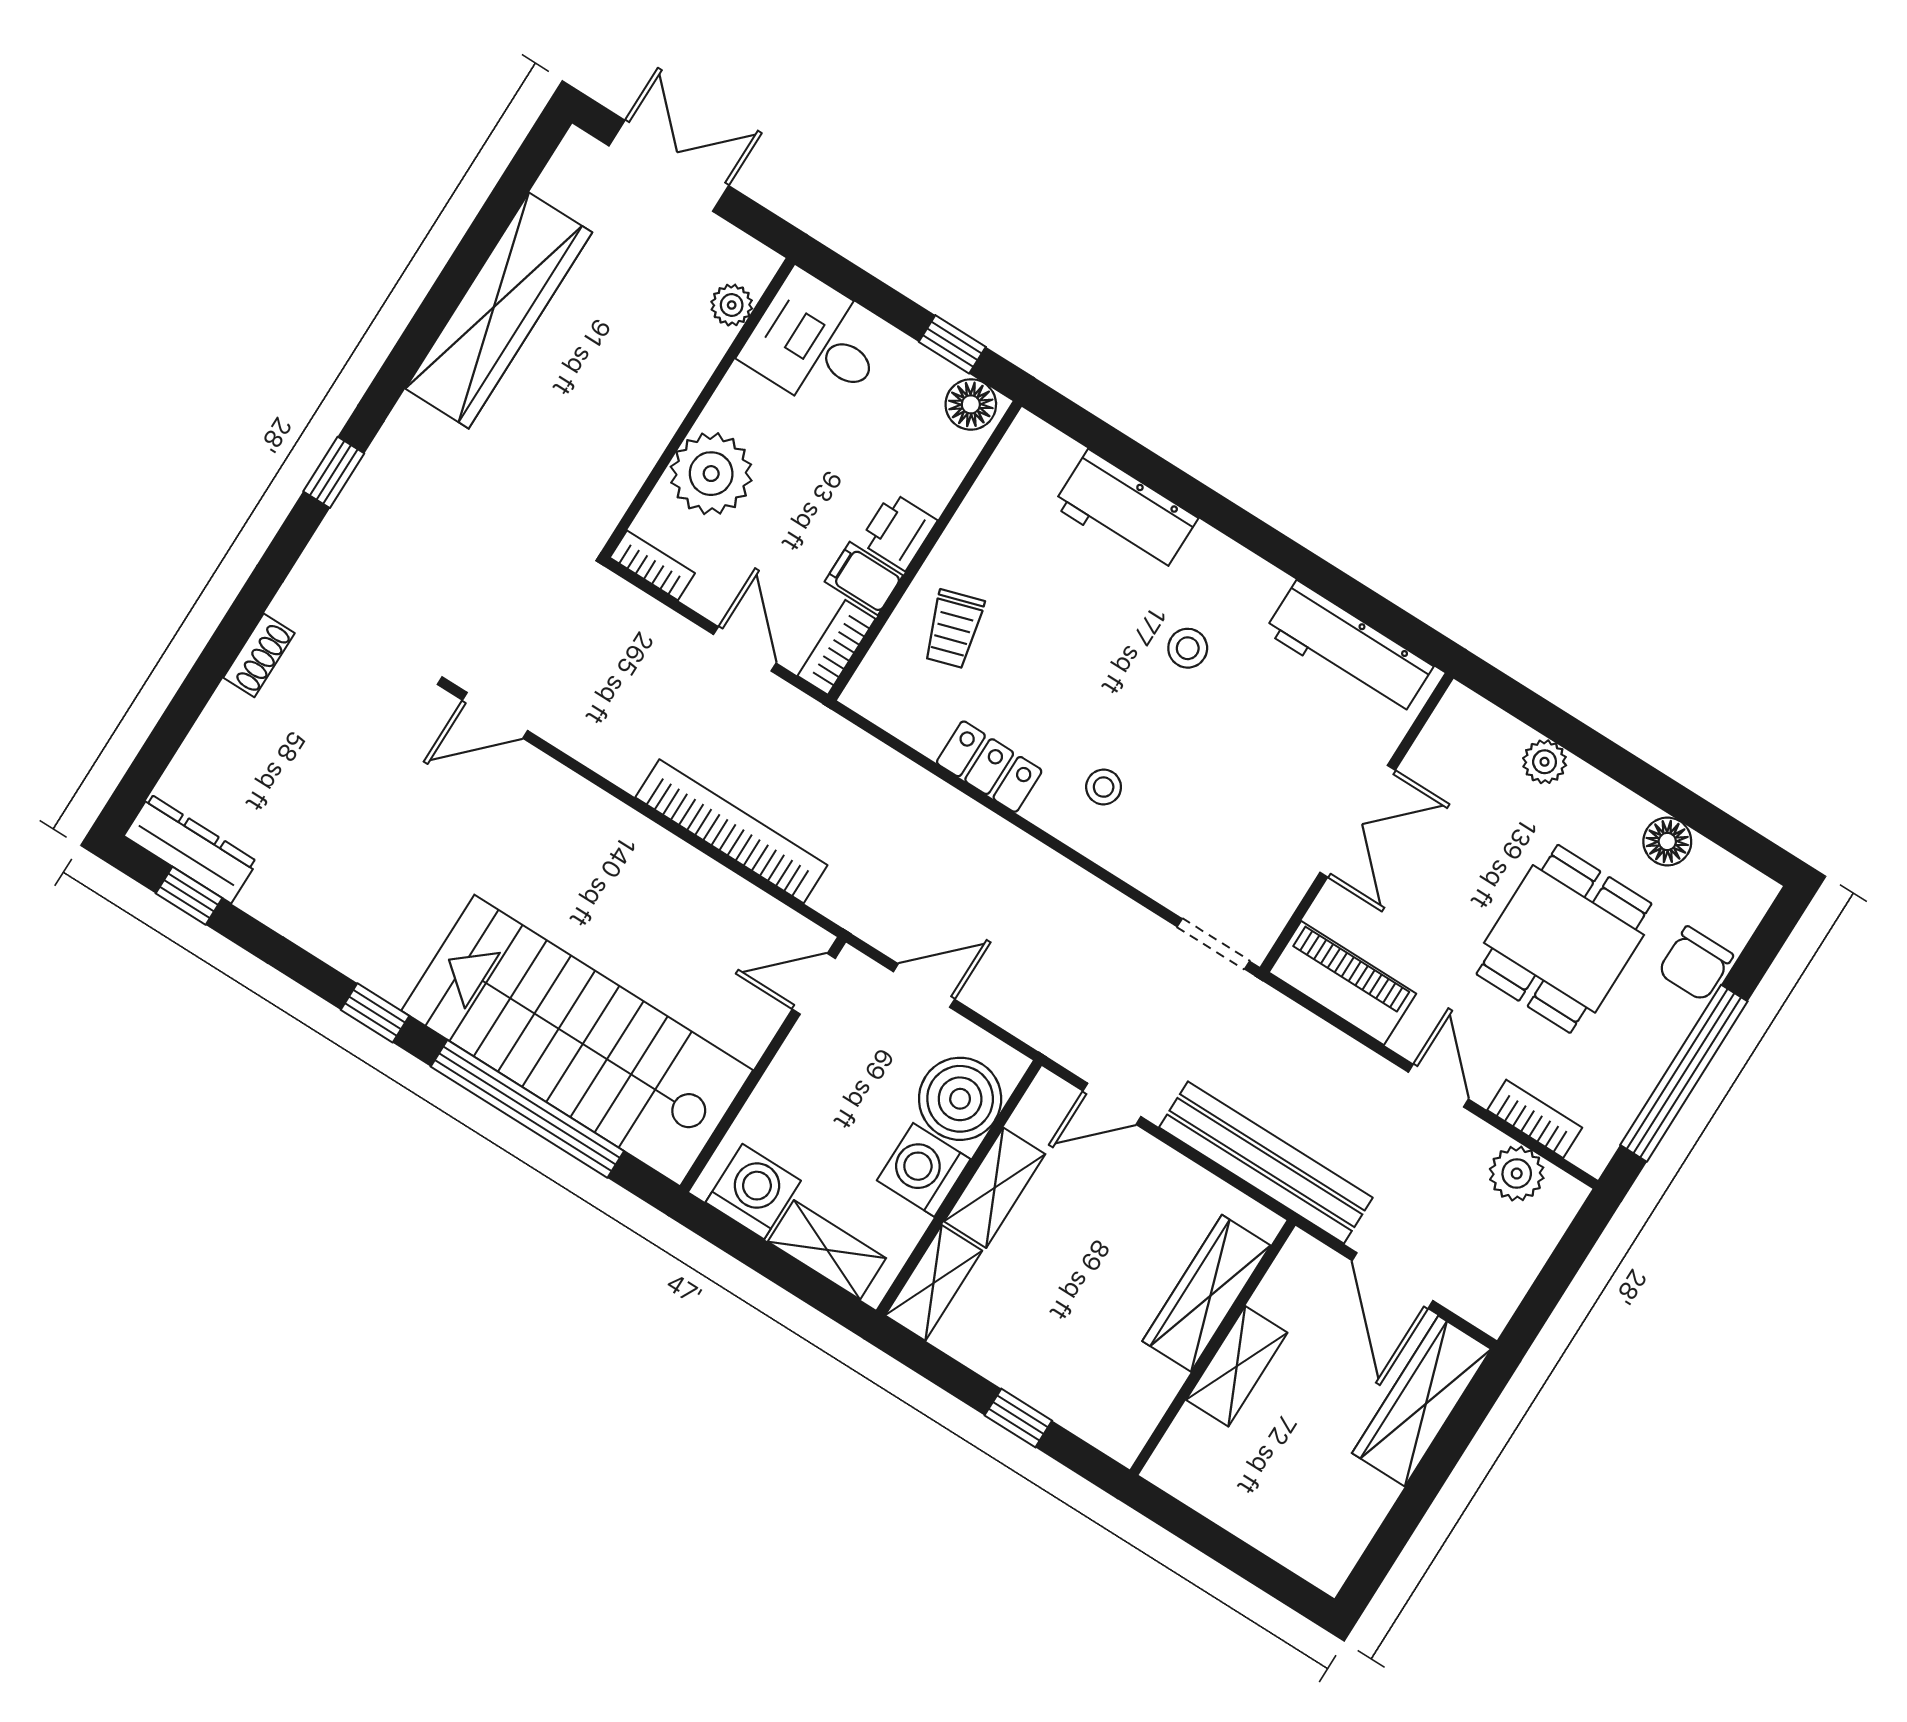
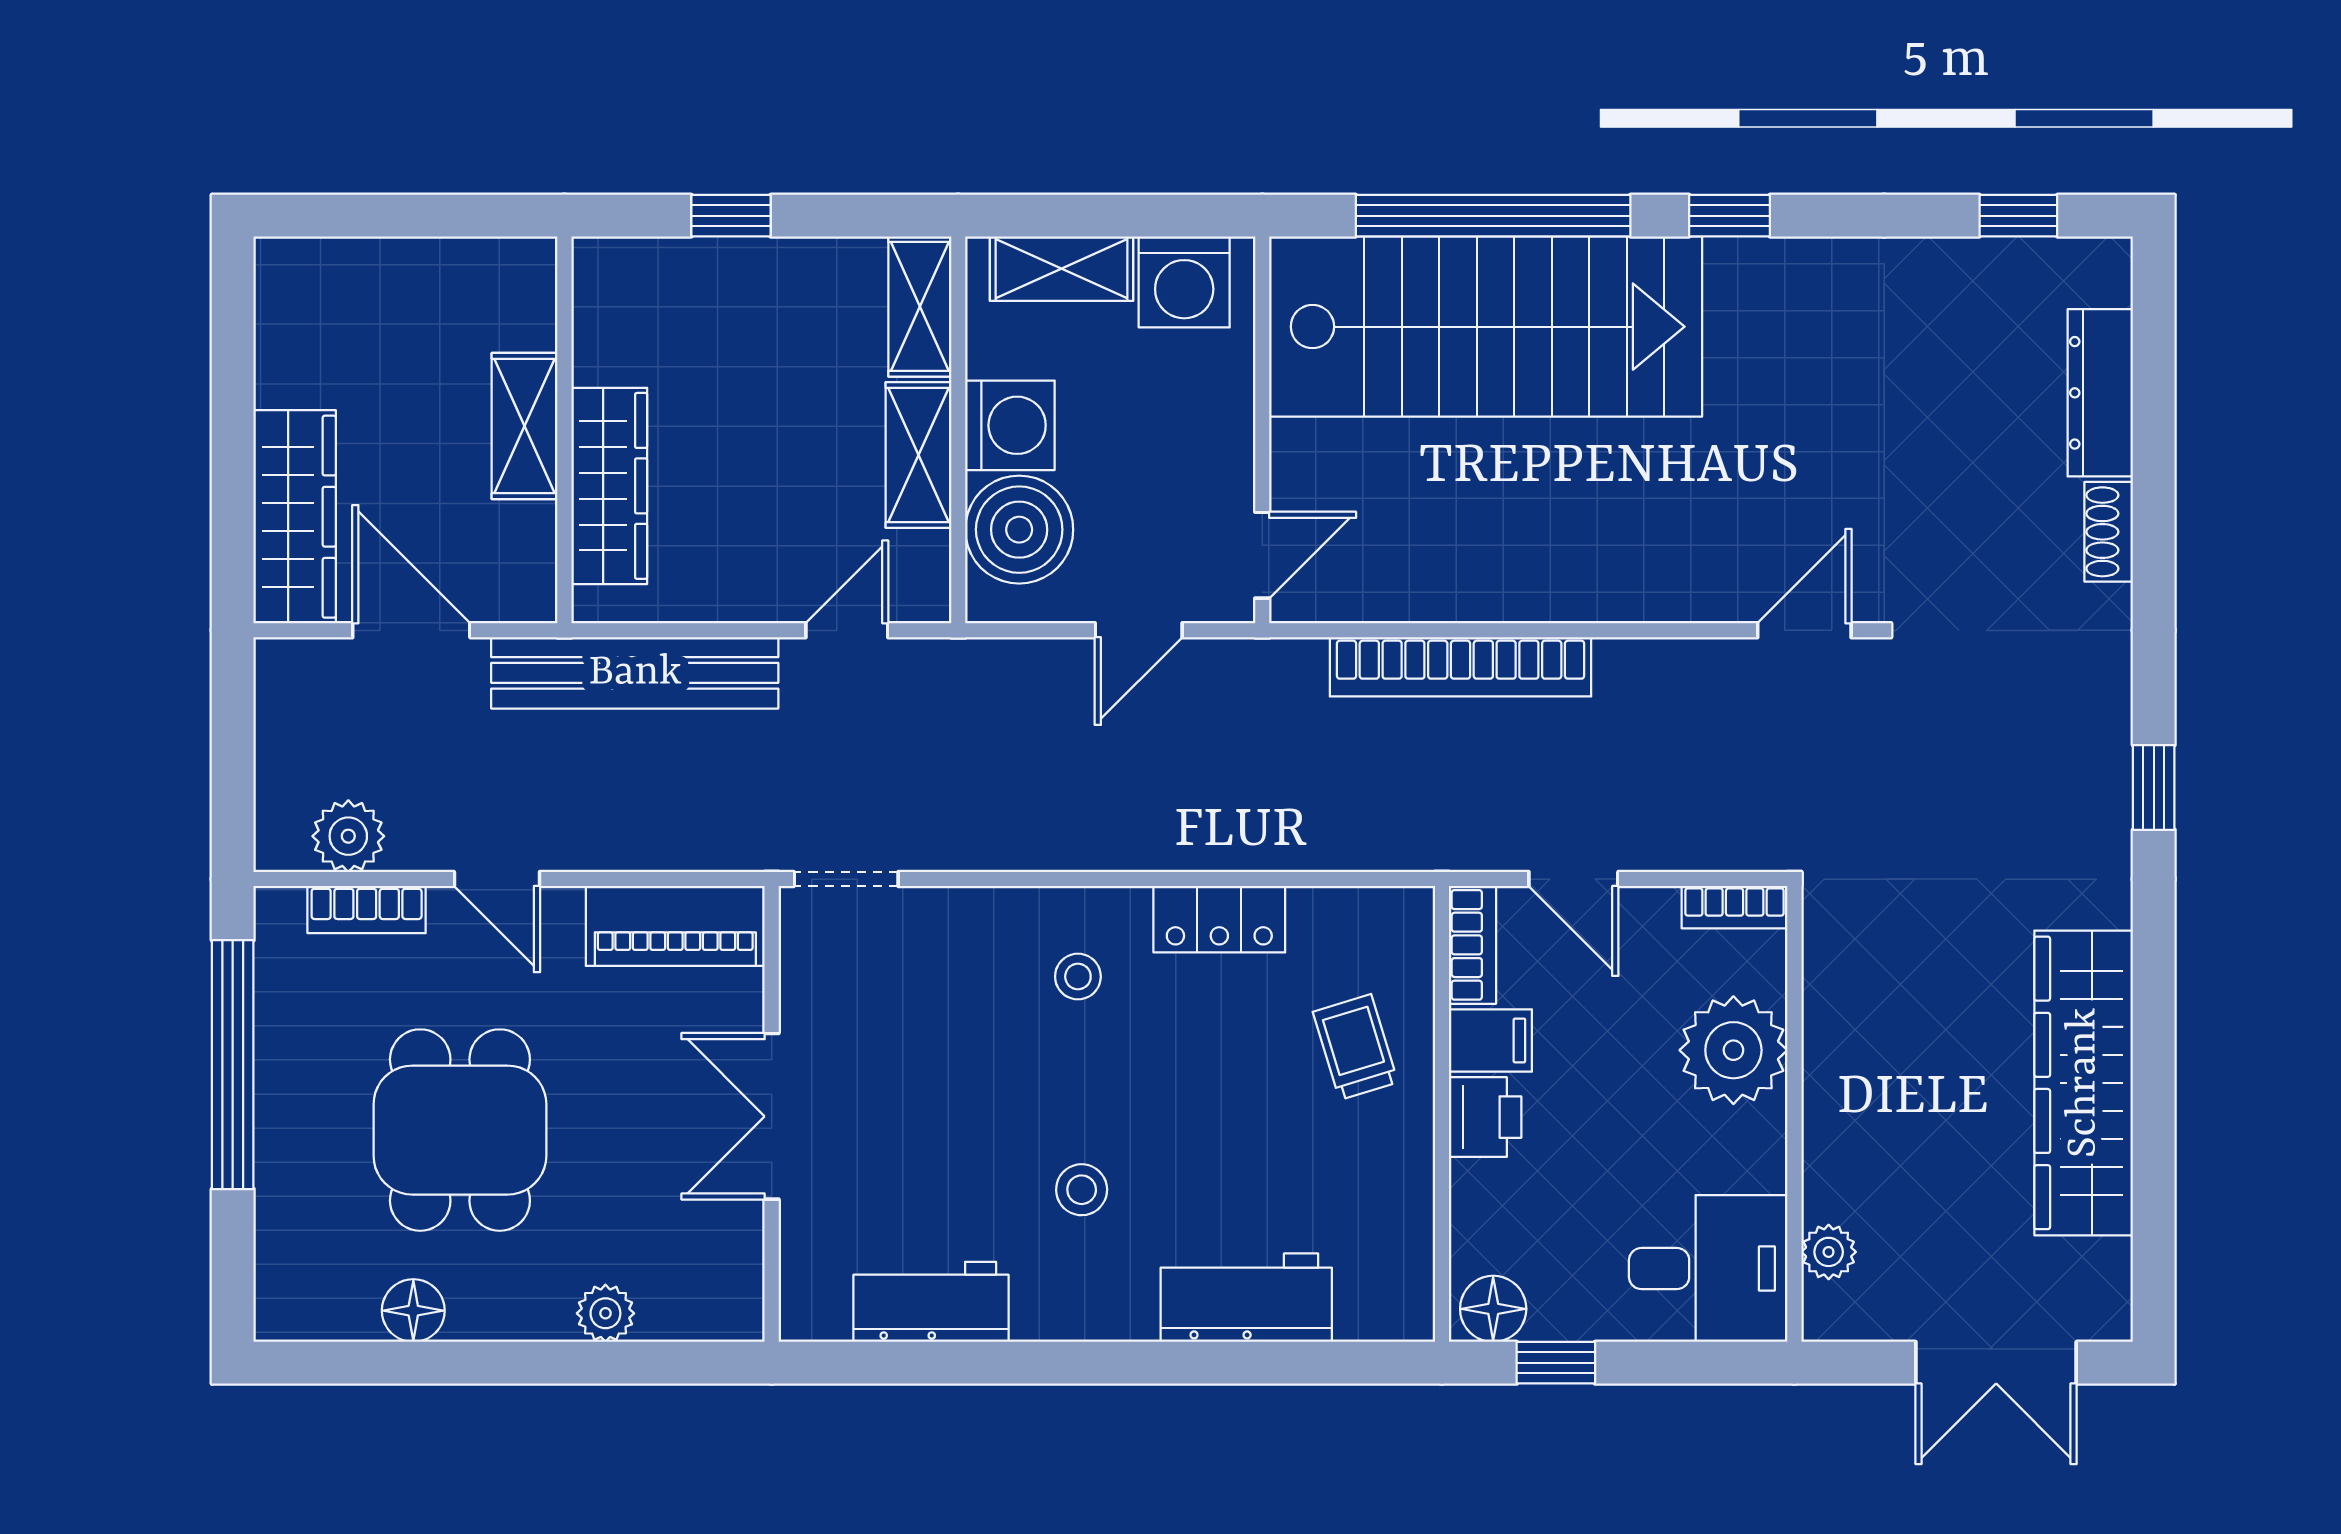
workbench: (1349, 649) -> (931, 1302), width x0.73
dresser: (191, 849) -> (2100, 393), moved, turned 90
chair: (1695, 964) -> (296, 1194), removed

